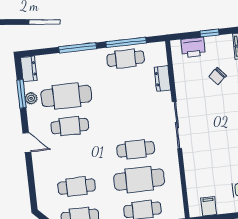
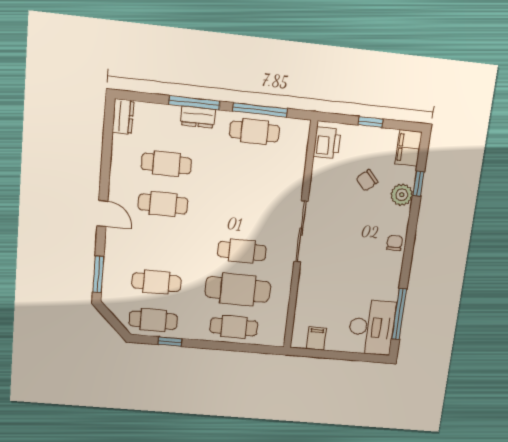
printer: (193, 47) -> (327, 143), moved, turned -90
dresser: (162, 79) -> (198, 117), moved, turned -90
window: (21, 94) -> (98, 274), moved
cafe table: (66, 96) -> (166, 164), width x0.73, depth x0.74
plant: (31, 98) -> (119, 157), removed

